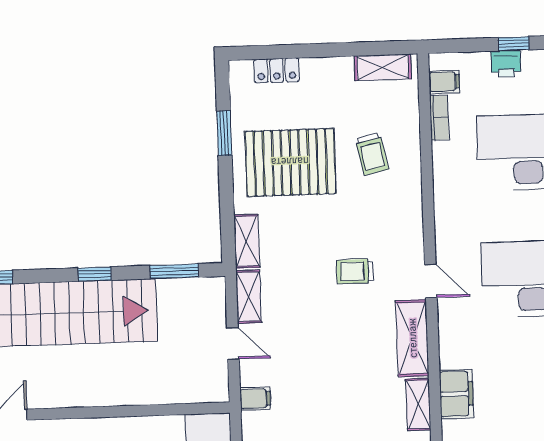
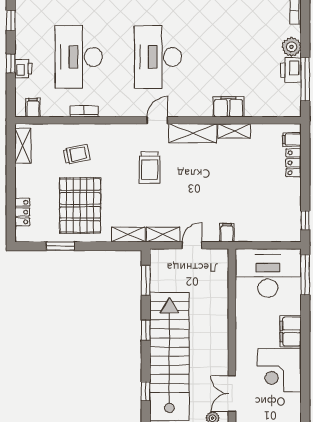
bookcase: (439, 117) -> (84, 111), moved
trolley: (355, 271) -> (150, 167), width x1.36, depth x1.39

